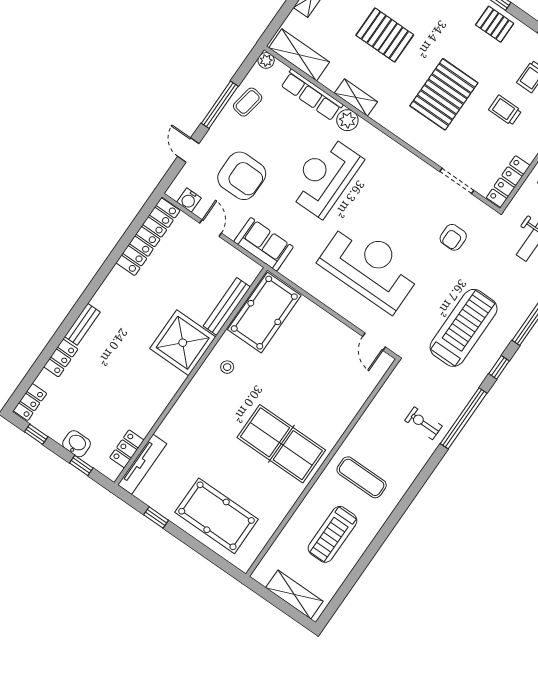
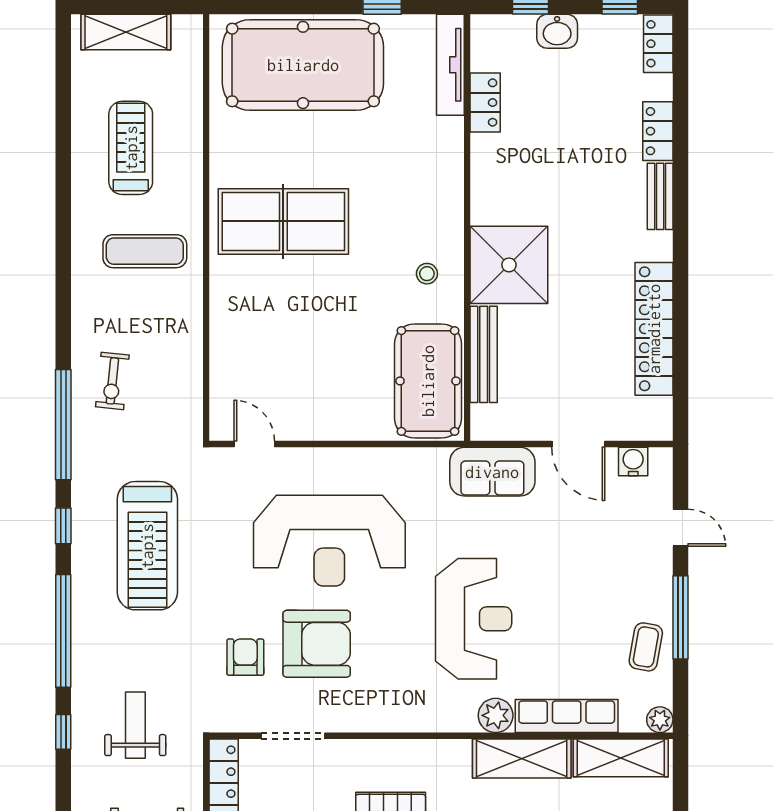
shelving: (356, 98) -> (522, 758), width x1.50, depth x1.33
armchair: (242, 176) -> (317, 644), moved, turned 180
door: (211, 228) -> (578, 444), width x1.38
locker: (148, 237) -> (654, 329), moved
exercise bike: (423, 423) -> (112, 381), turned 96
locker: (127, 449) -> (485, 103), moved
pool table: (217, 516) -> (303, 65), width x1.36, depth x1.32

